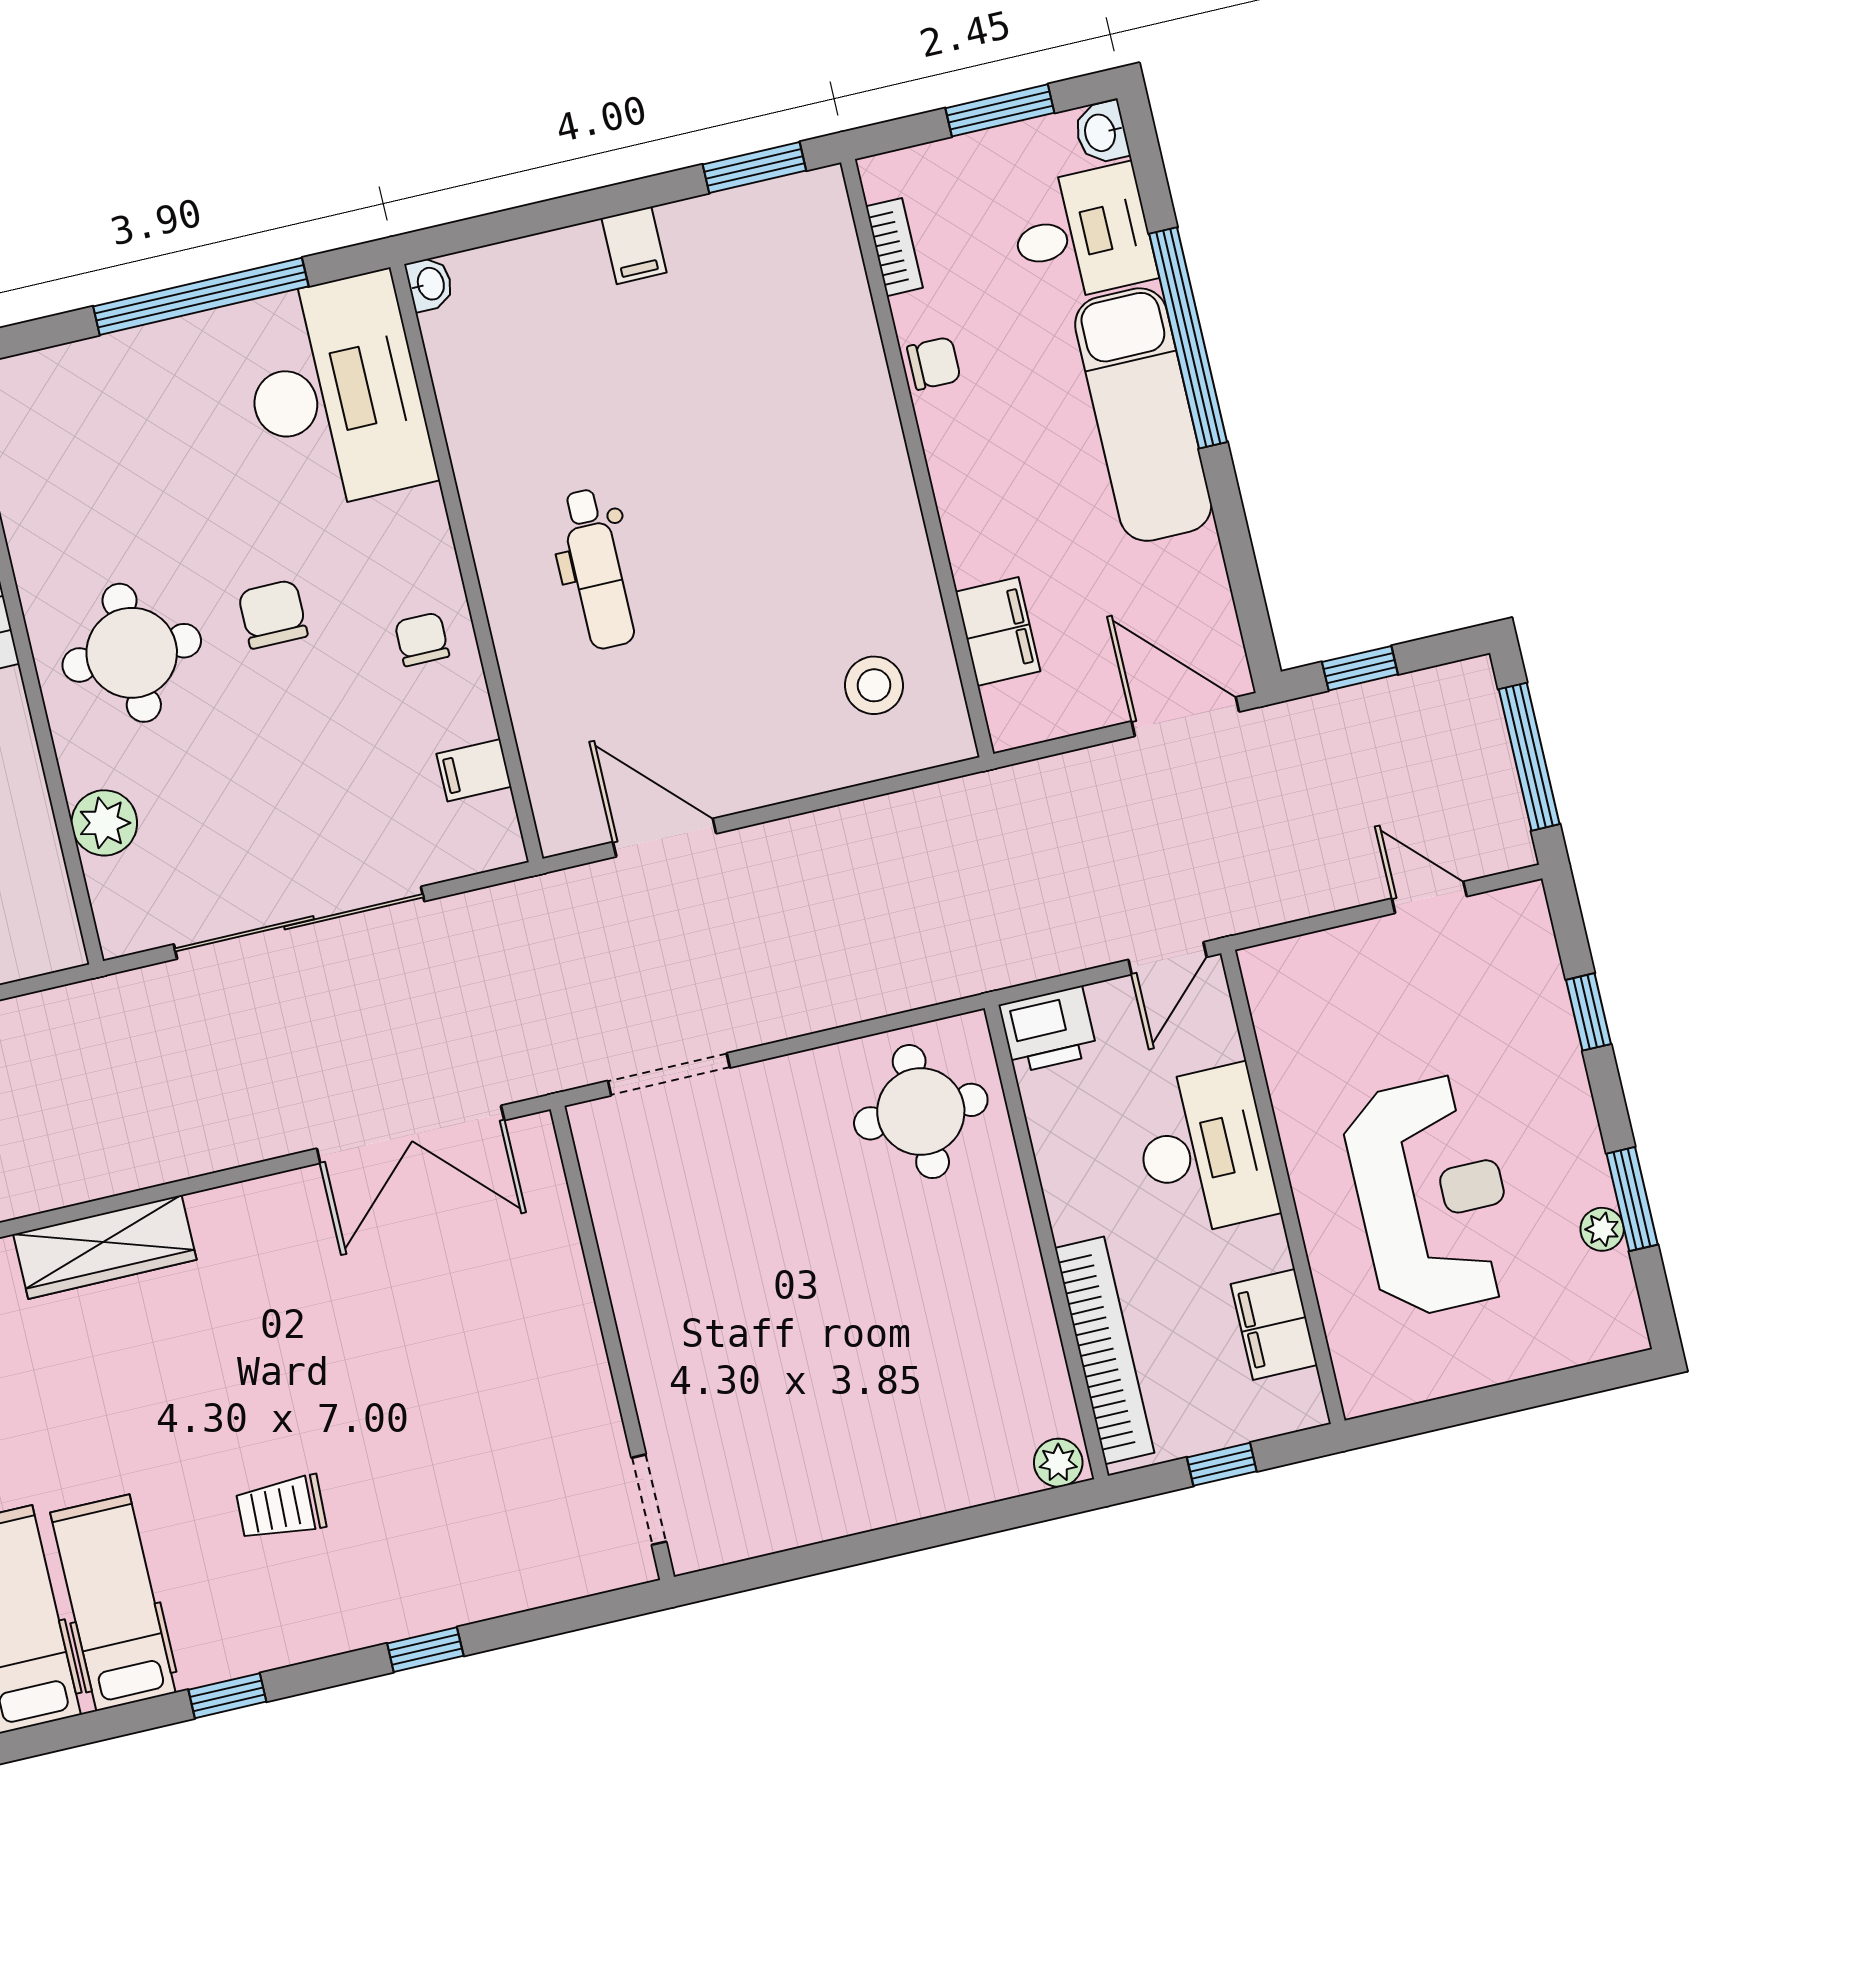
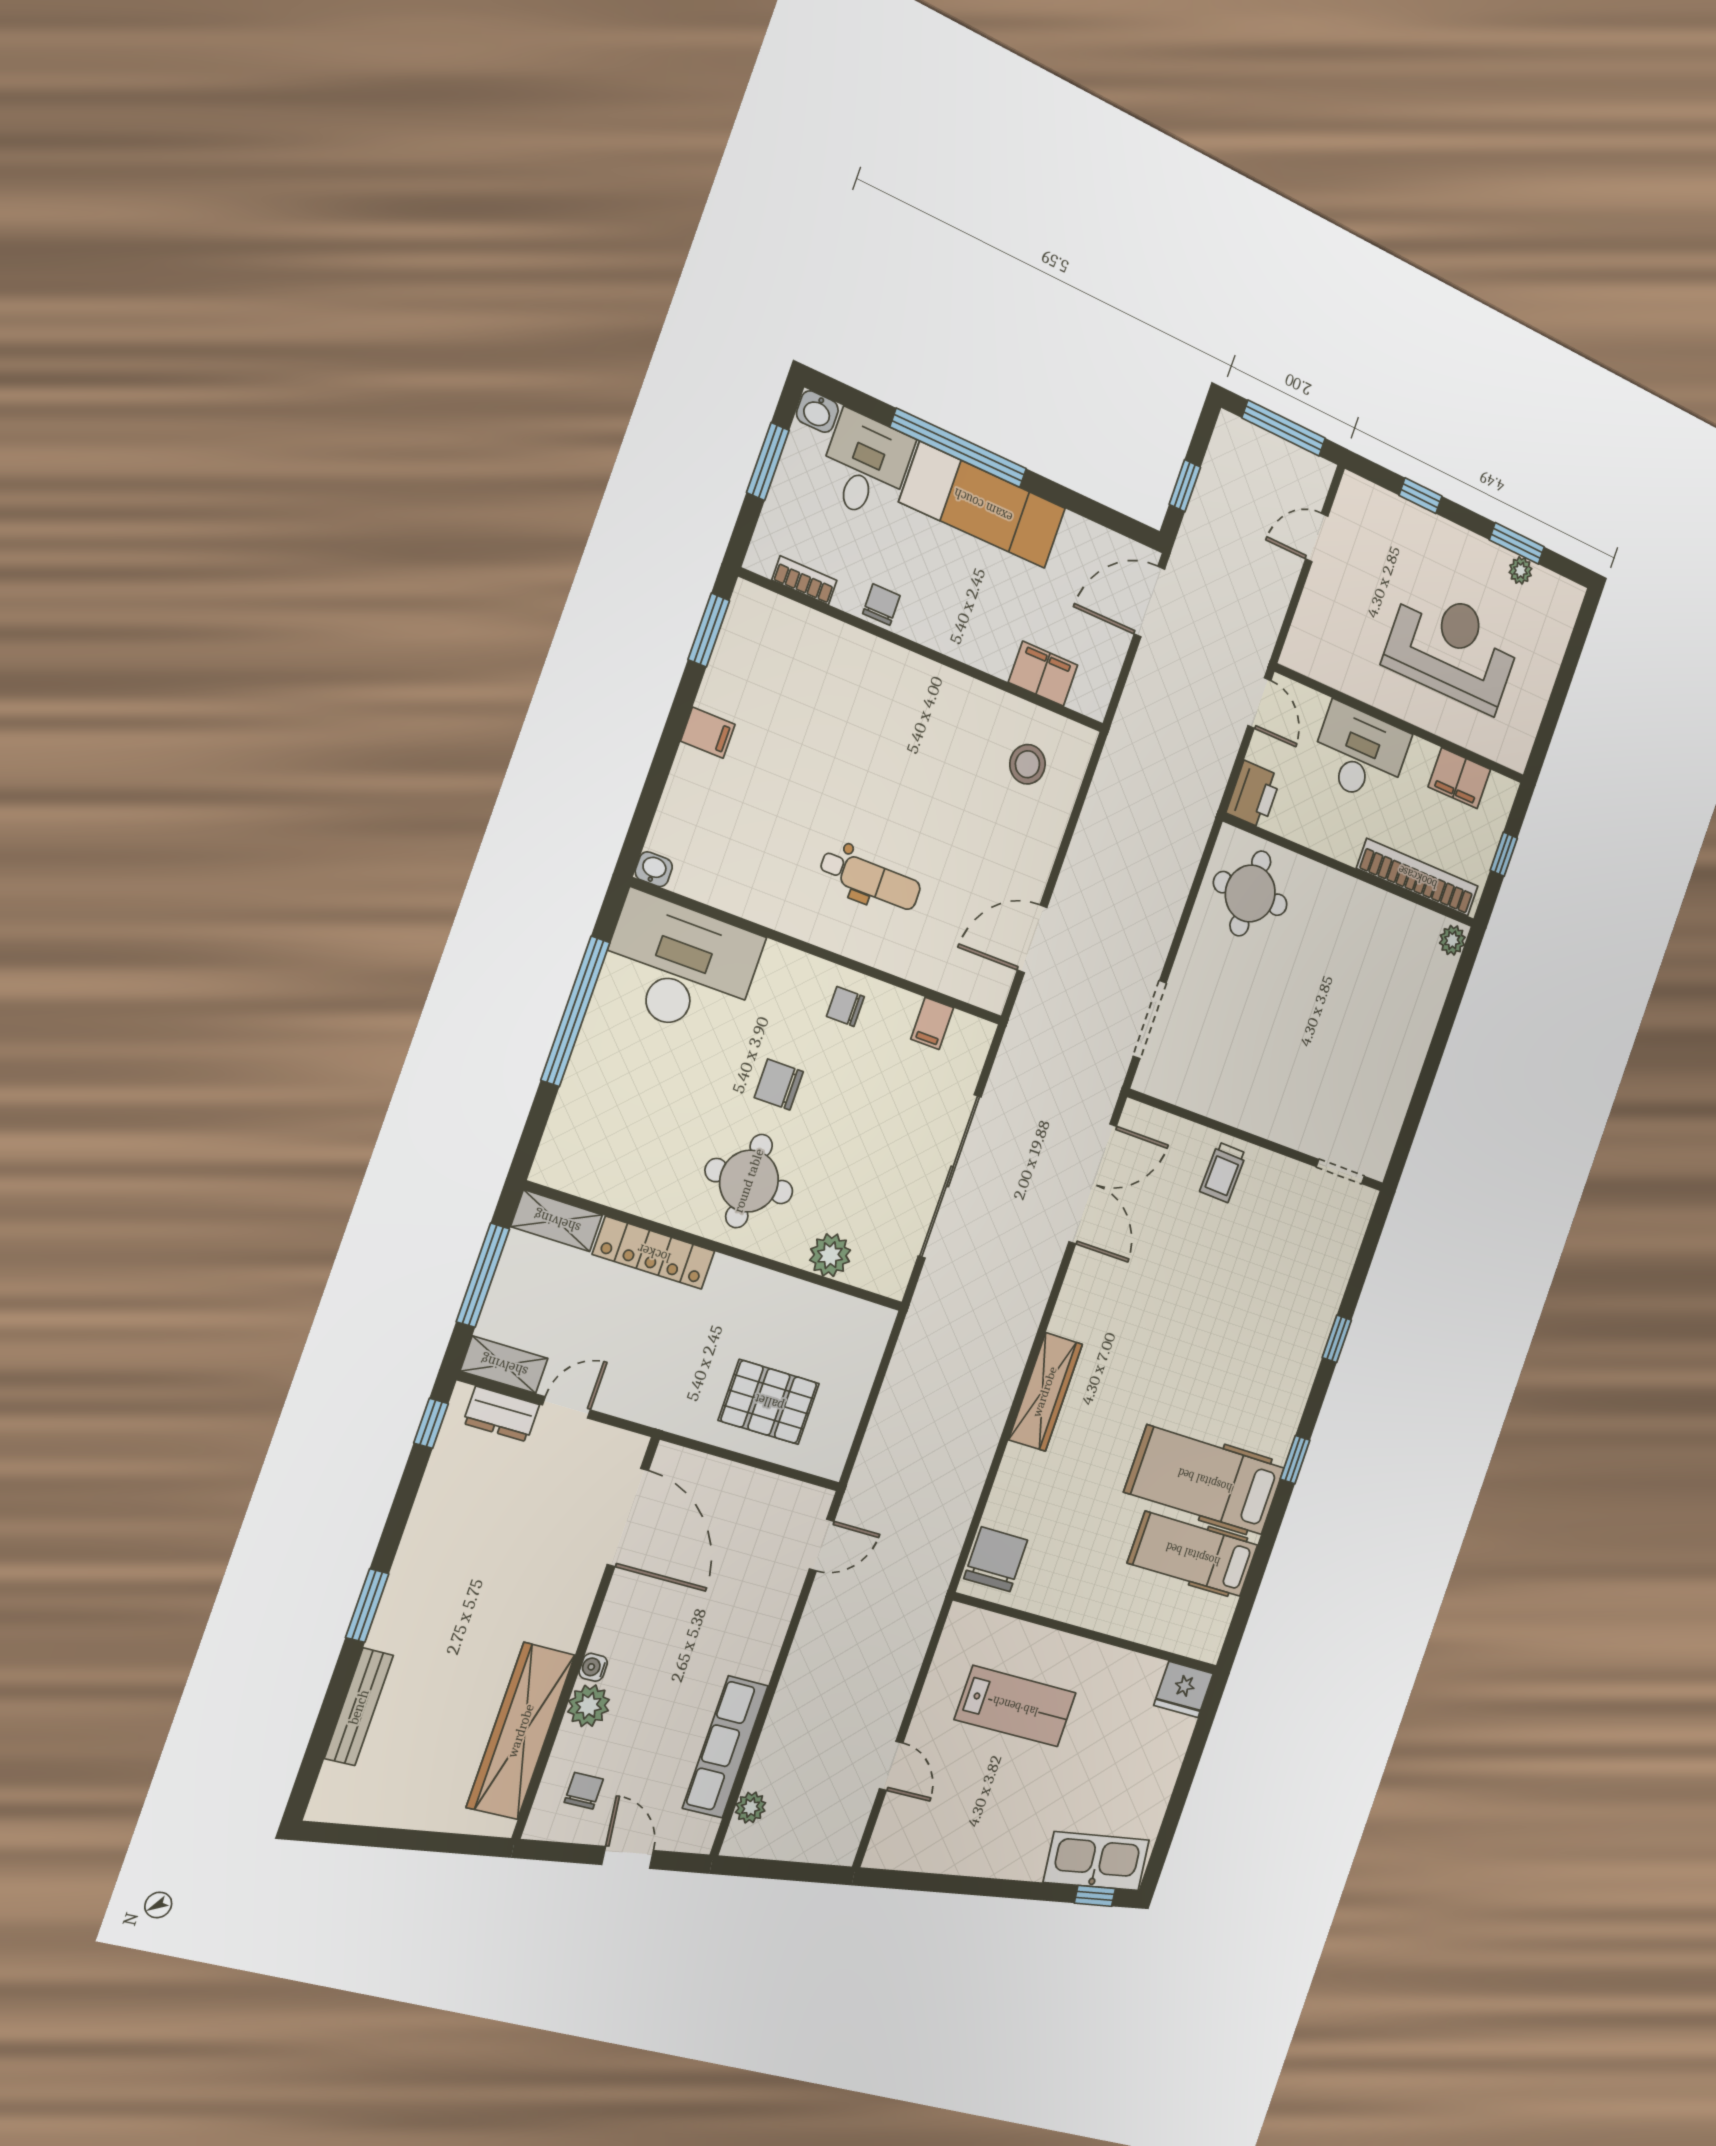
trolley: (281, 1508) -> (1223, 1172), moved
hospital bed: (113, 1603) -> (1205, 1480), width x1.37, depth x1.29

